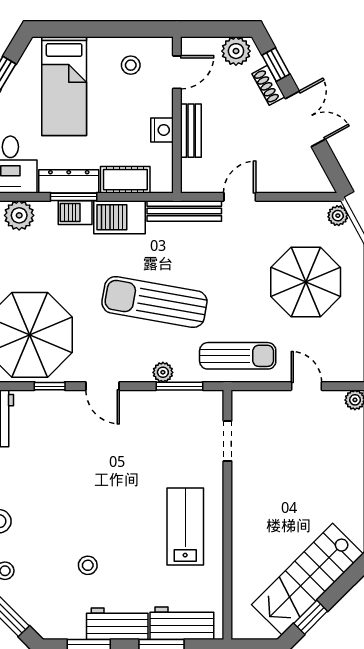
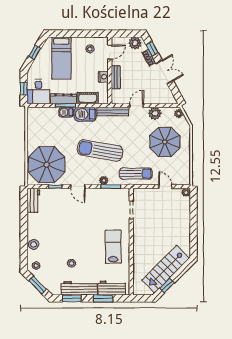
plant: (19, 215) -> (155, 113), moved
workbench: (117, 624) -> (79, 288), width x1.38

